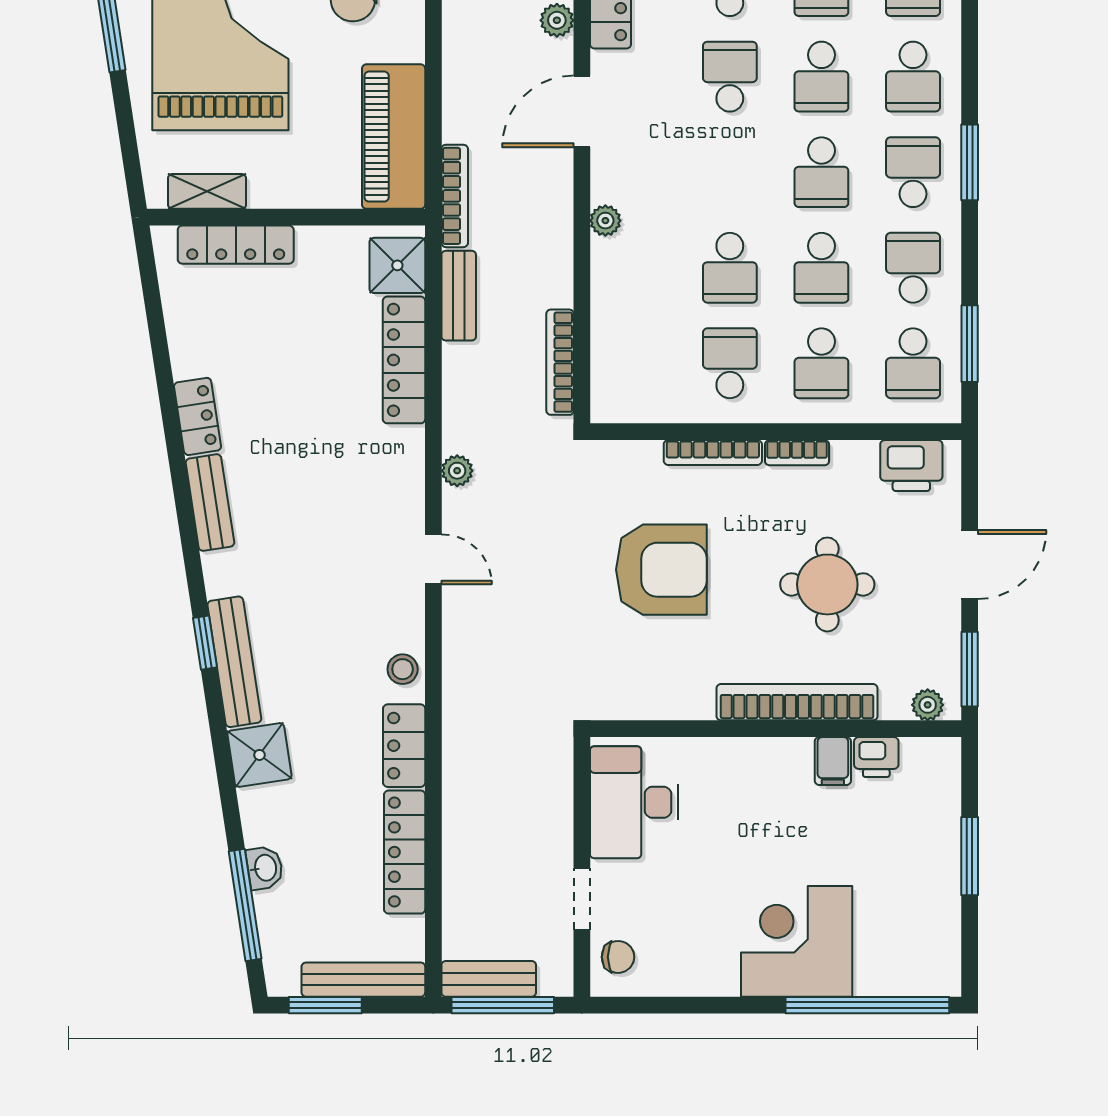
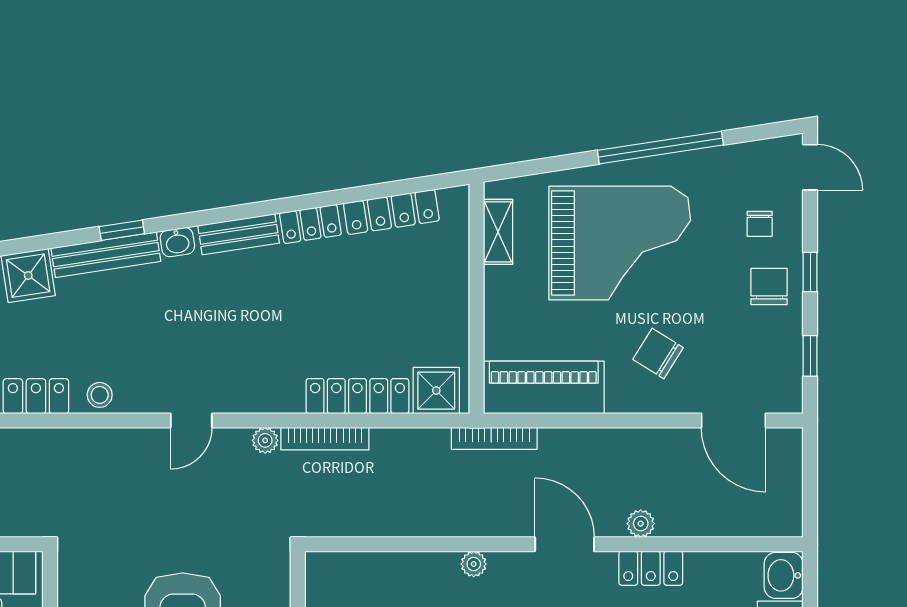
locker: (236, 245) -> (391, 212), moved, turned -99
bench: (459, 296) -> (411, 442), removed
bookcase: (560, 362) -> (325, 439), moved, turned 180
washbasin: (219, 576) -> (177, 242), added

